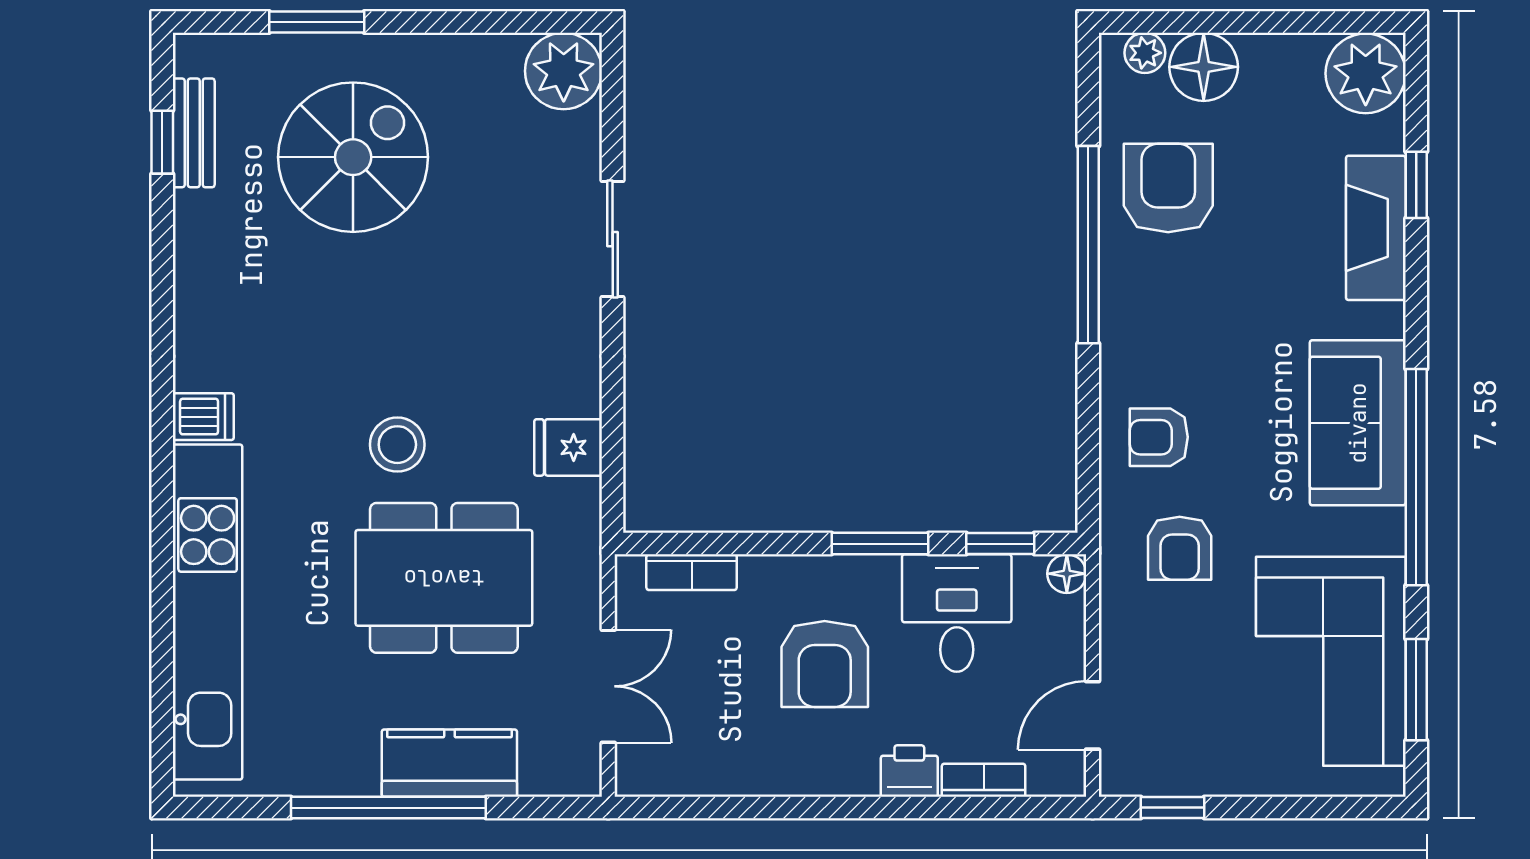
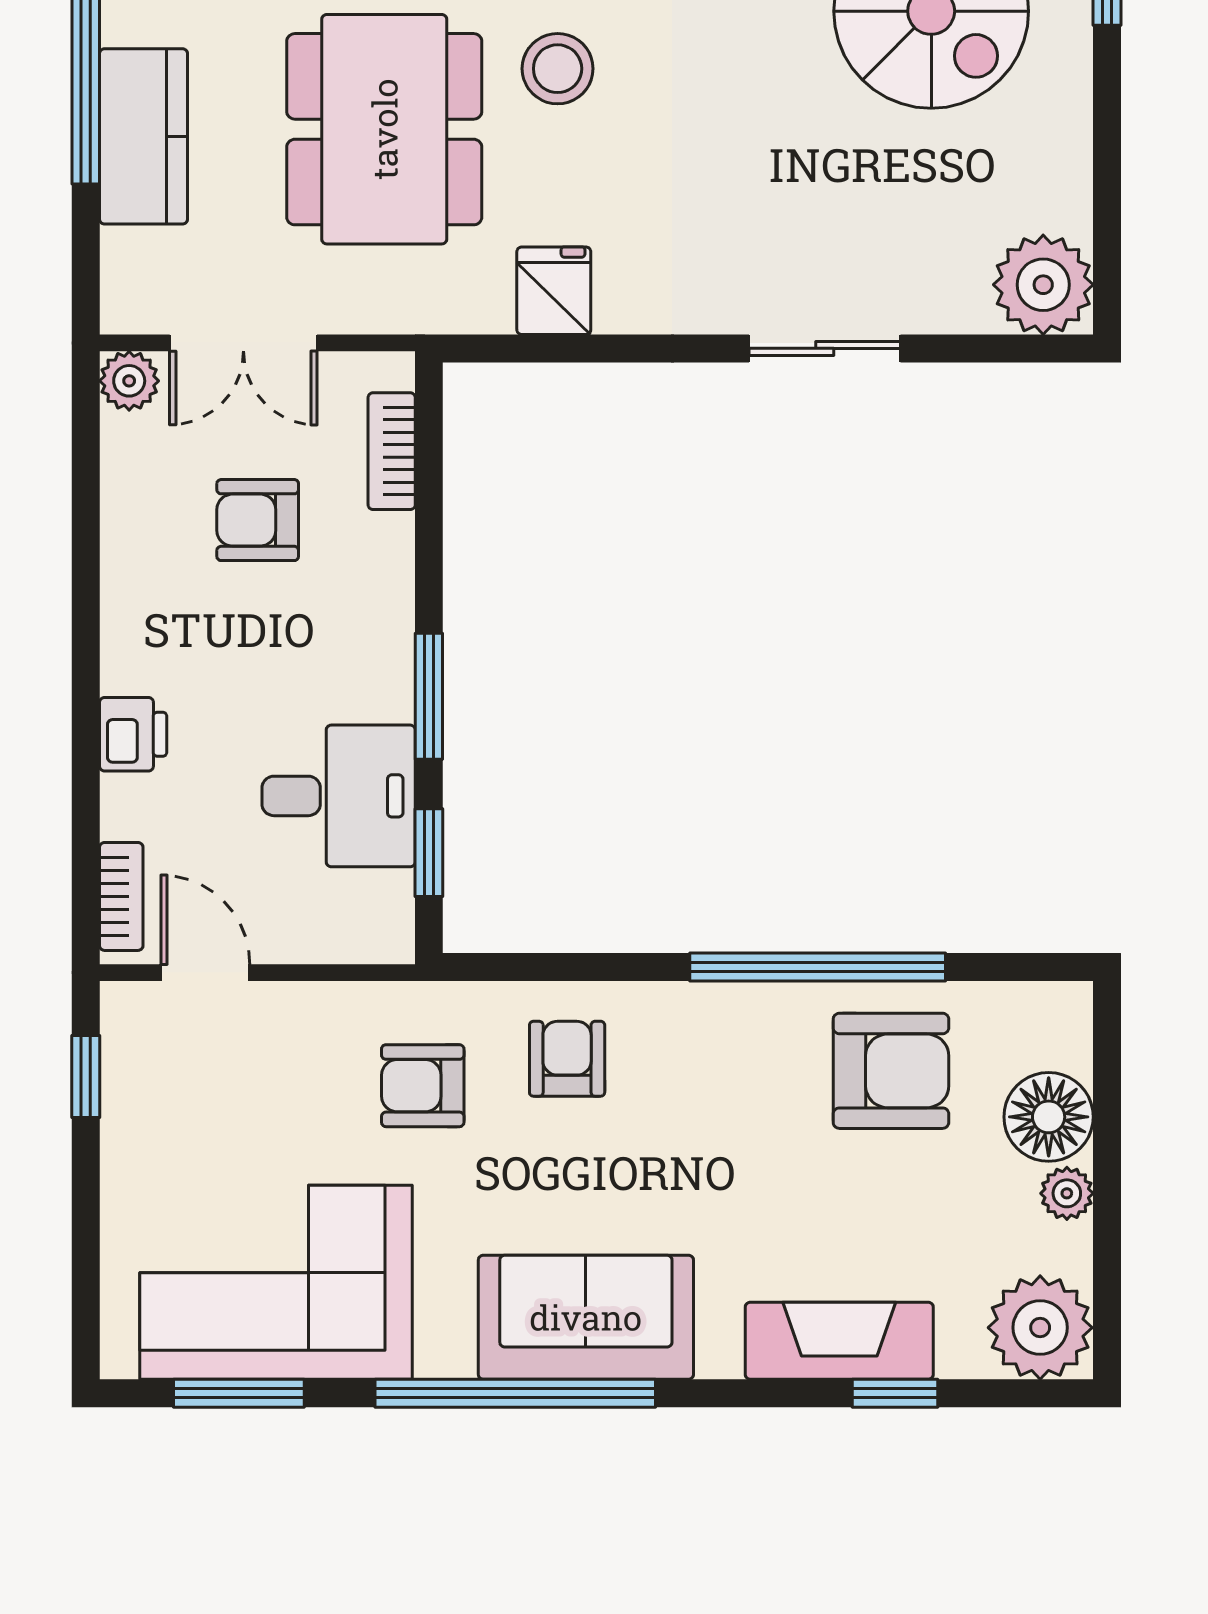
plant: (1145, 53) -> (1067, 1193), moved
floor lamp: (1067, 574) -> (390, 939), removed
armchair: (825, 664) -> (258, 520), moved, width x0.72, depth x0.72
plant: (637, 774) -> (129, 381), added
bookcase: (984, 780) -> (121, 896), moved

